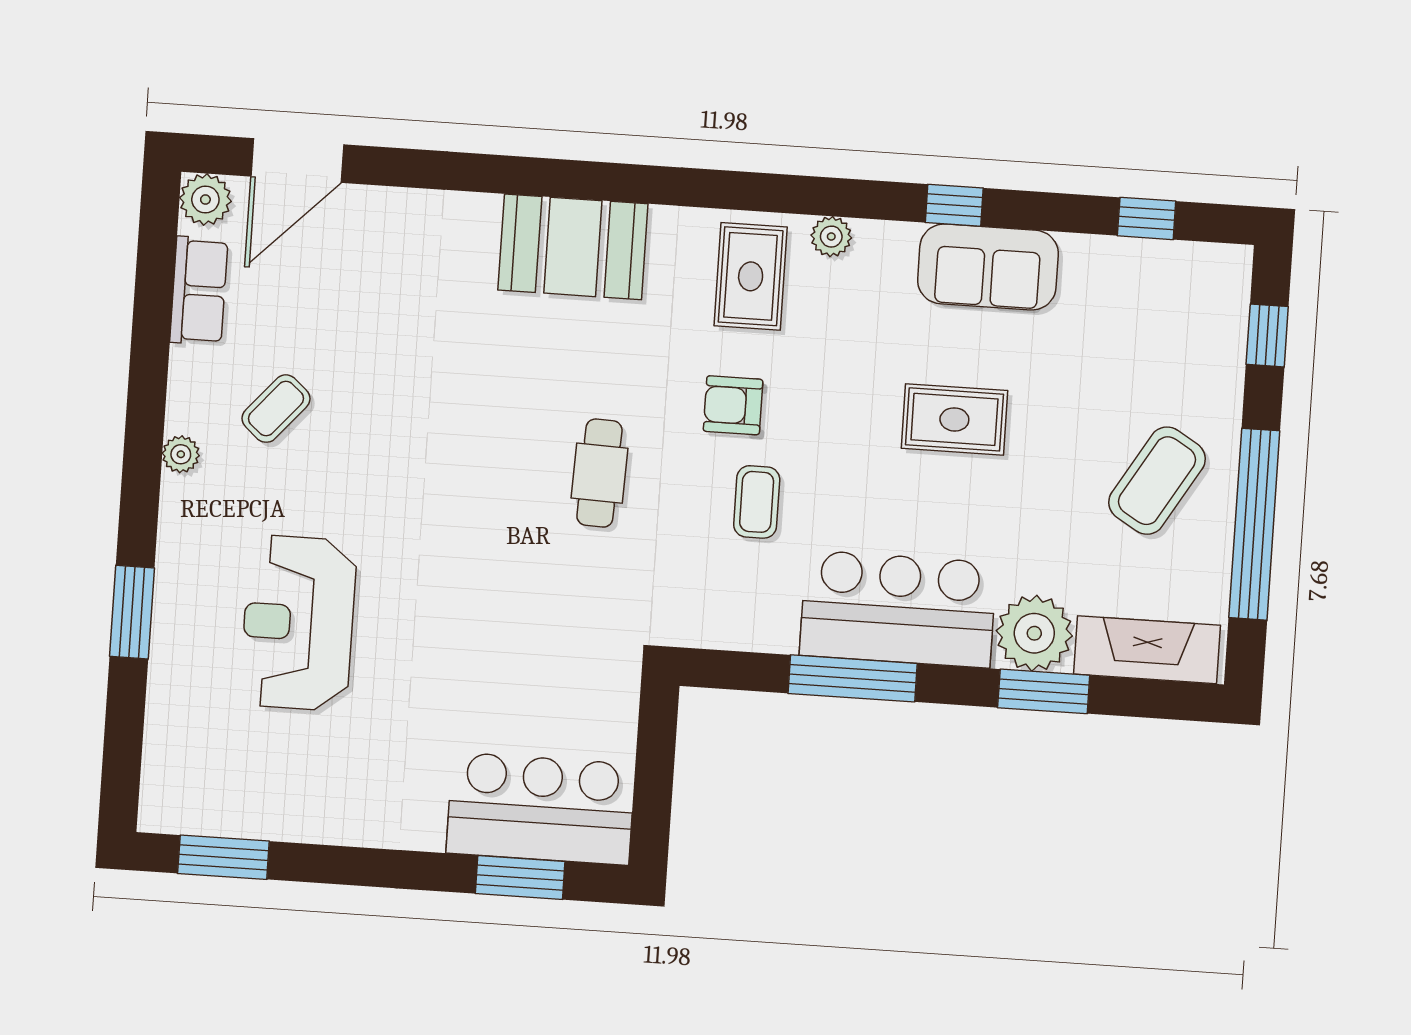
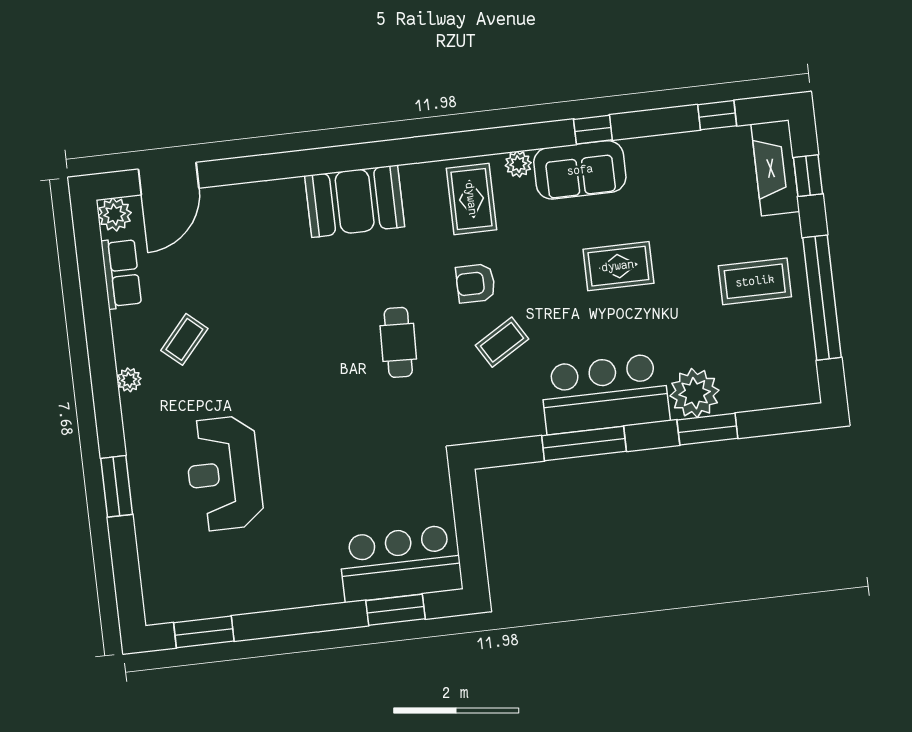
sofa: (988, 267) -> (580, 170), moved
coffee table: (1157, 481) -> (755, 281), turned 59
coffee table: (757, 502) -> (502, 342), turned 59
fireplace: (1147, 650) -> (775, 168), moved, turned -90

